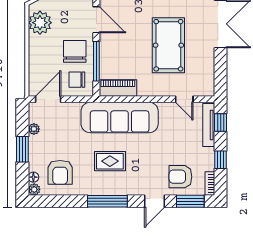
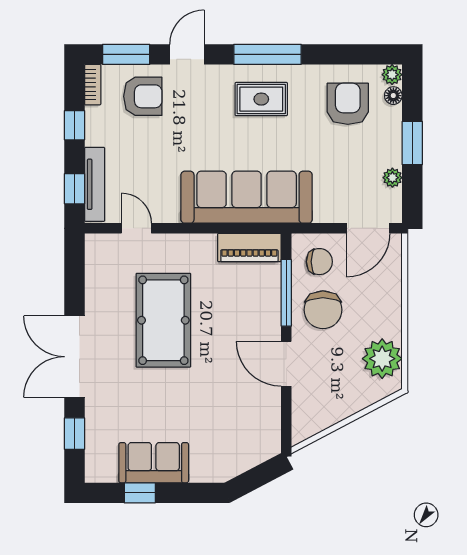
rug: (110, 161) -> (261, 99), moved

